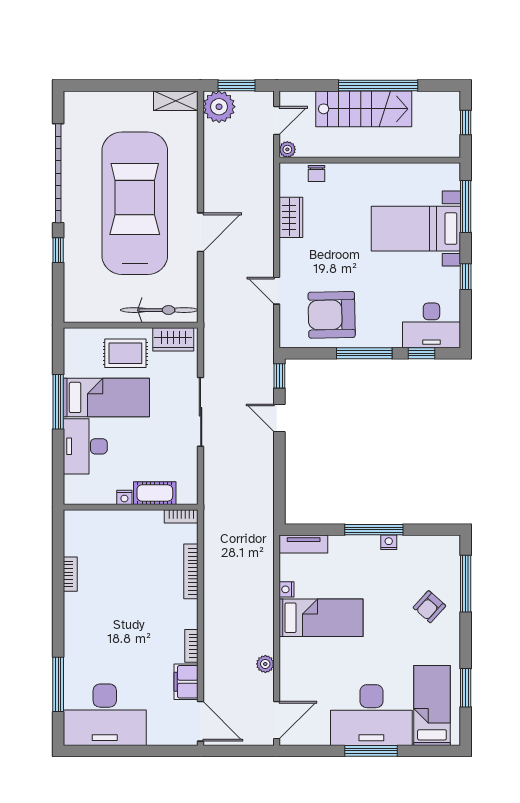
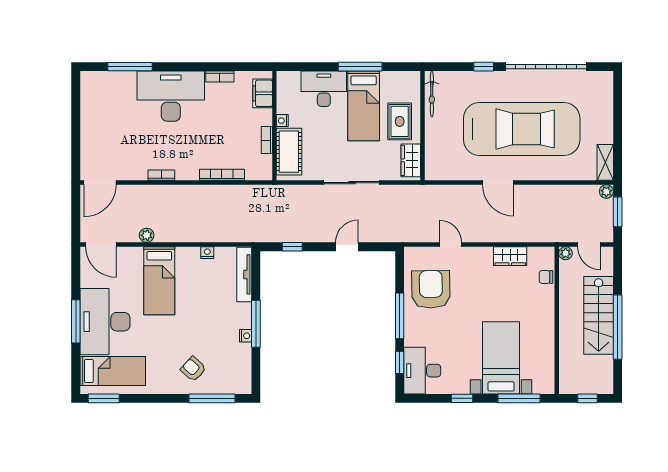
plant: (219, 107) -> (606, 192), width x0.53, depth x0.53
door: (277, 291) -> (451, 245), hinge flipped
bicycle: (159, 310) -> (432, 94), moved, width x0.73, depth x0.71
window: (279, 376) -> (292, 247), moved
cot: (155, 493) -> (289, 152), width x1.37, depth x1.34
bookcase: (181, 516) -> (267, 140), moved
tv unit: (304, 544) -> (244, 274), width x1.41
bed: (321, 618) -> (159, 281), moved
filing cabinet: (186, 682) -> (263, 93), moved, turned -90
window: (466, 688) -> (104, 398), moved
desk: (105, 715) -> (171, 96), moved, turned 90

